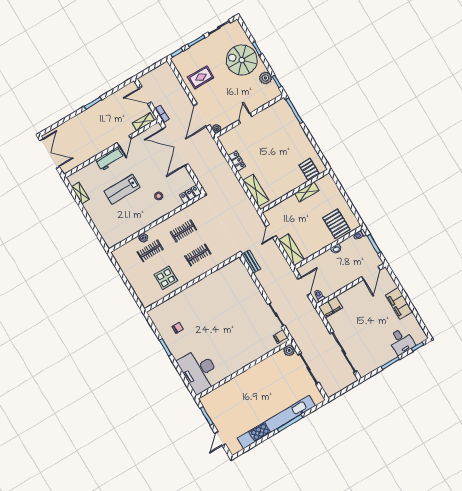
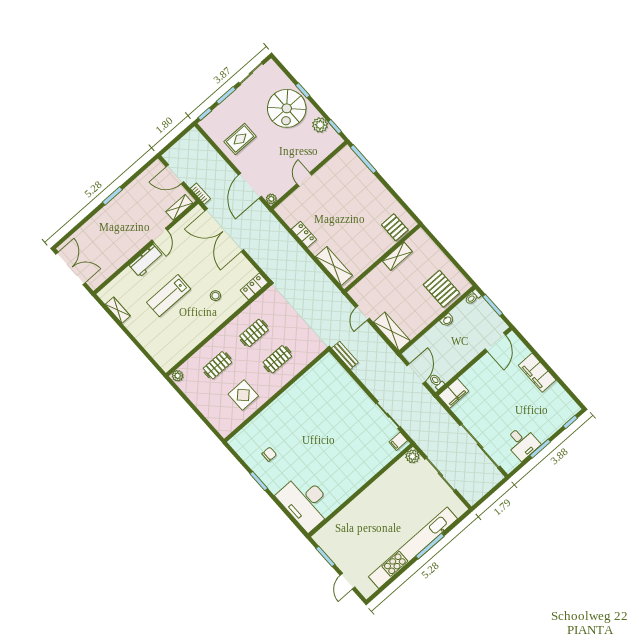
spiral stairs: (242, 60) -> (287, 108), turned -90
plant: (143, 238) -> (178, 376), moved
desk: (401, 341) -> (522, 443), moved

